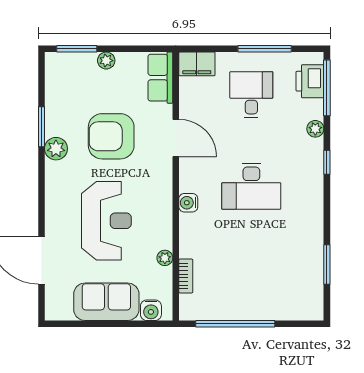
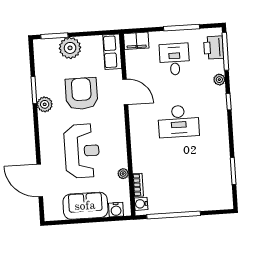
plant: (106, 61) -> (70, 48), width x1.88, depth x1.88
armchair: (111, 136) -> (81, 94), turned 90
water cooler: (188, 203) -> (141, 204), moved

